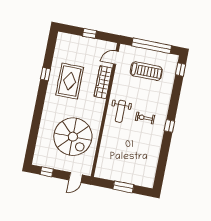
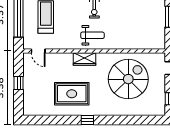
window: (46, 74) -> (87, 120), moved
wardrobe: (103, 82) -> (85, 59), moved, width x0.67

